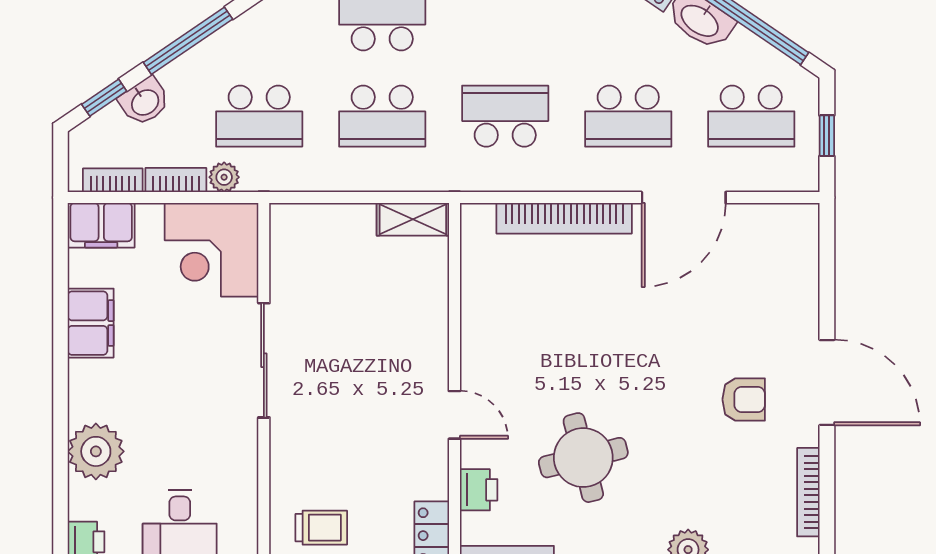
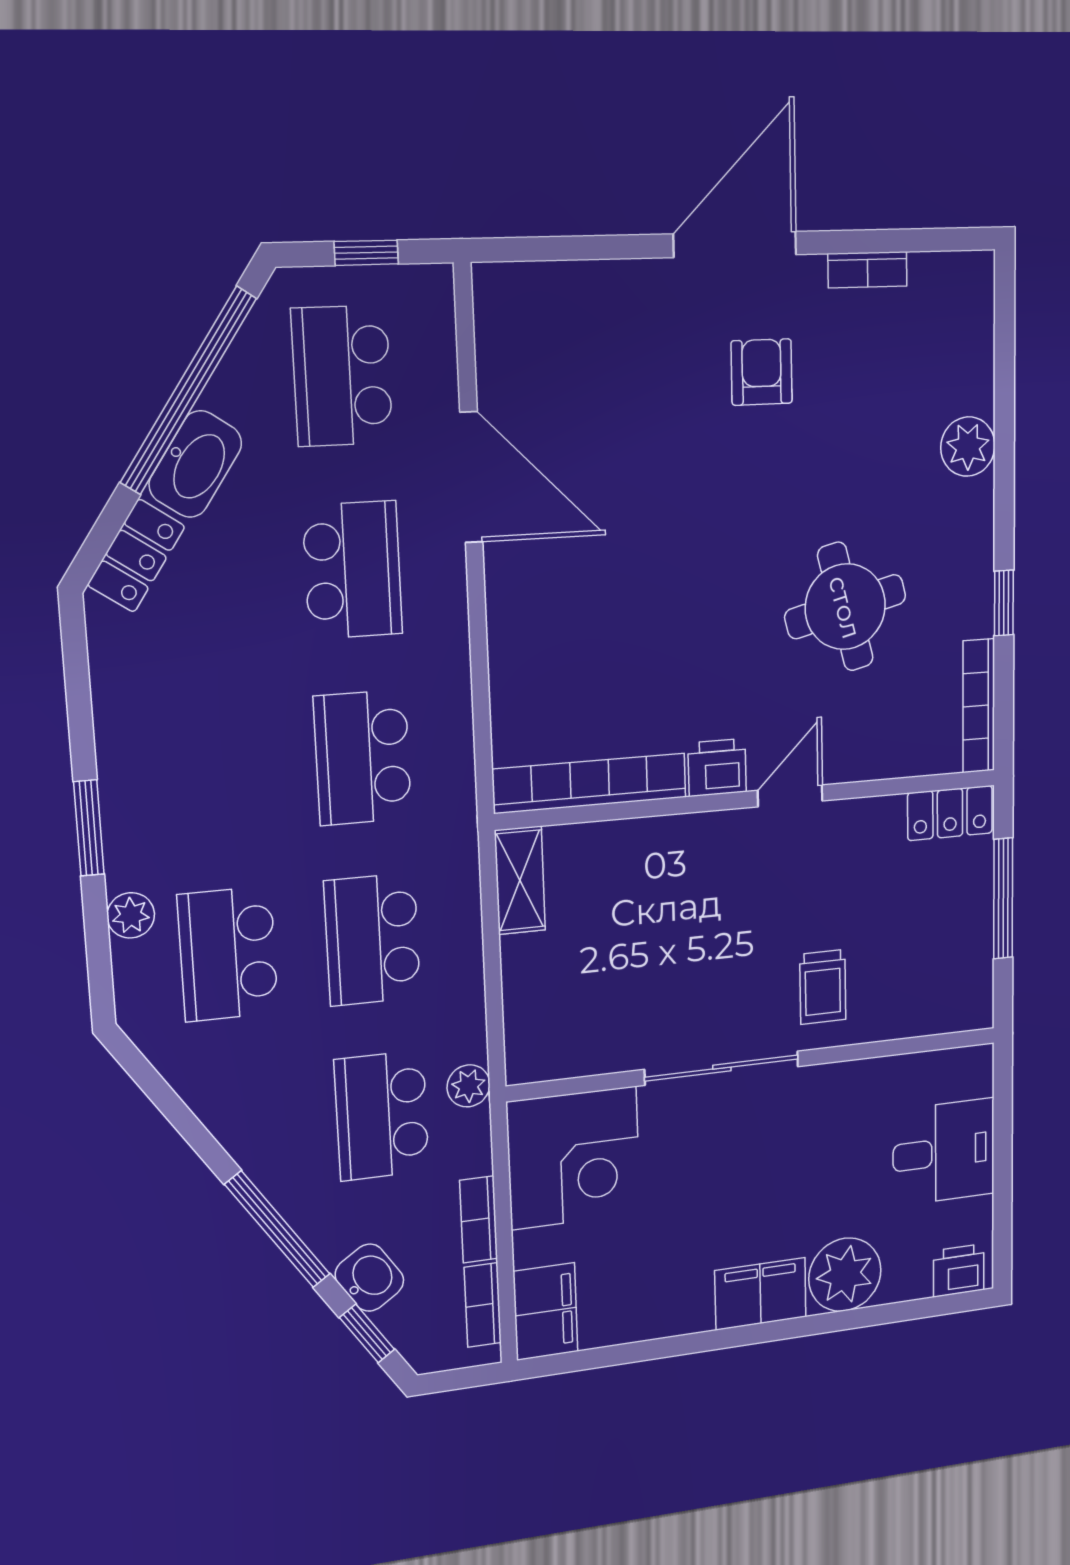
school desk: (259, 116) -> (382, 1115), turned 180
school desk: (382, 116) -> (372, 939), turned 180
school desk: (751, 116) -> (342, 376), turned 180
plant: (224, 177) -> (469, 1086), moved
bookcase: (564, 218) -> (590, 783), moved, turned -90
filing cabinet: (91, 323) -> (761, 1294), moved
printer: (479, 490) -> (717, 768), moved
bookcase: (808, 492) -> (867, 270), width x0.64
trolley: (321, 528) -> (823, 987), moved, turned 180

